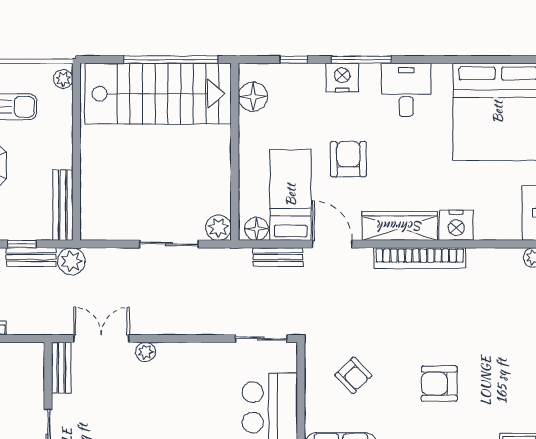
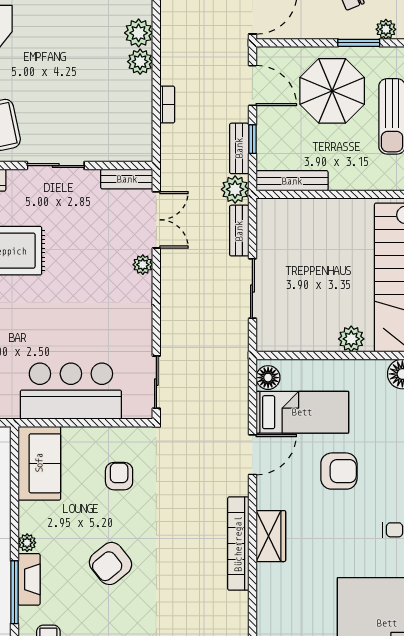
nightstand: (456, 225) -> (272, 581), removed
wardrobe: (400, 226) -> (271, 536), width x0.67
plant: (218, 228) -> (351, 339), moved
bench: (278, 257) -> (239, 231), moved
armchair: (353, 375) -> (119, 476), turned 134
armchair: (439, 384) -> (110, 563), turned -129

